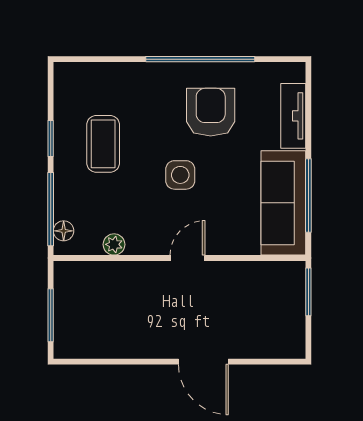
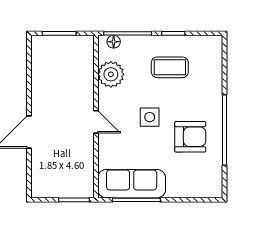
tv unit: (293, 116) -> (188, 190), removed
plant: (114, 244) -> (111, 74), width x1.88, depth x1.88

